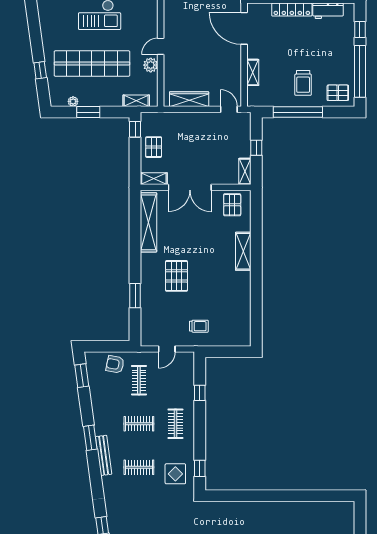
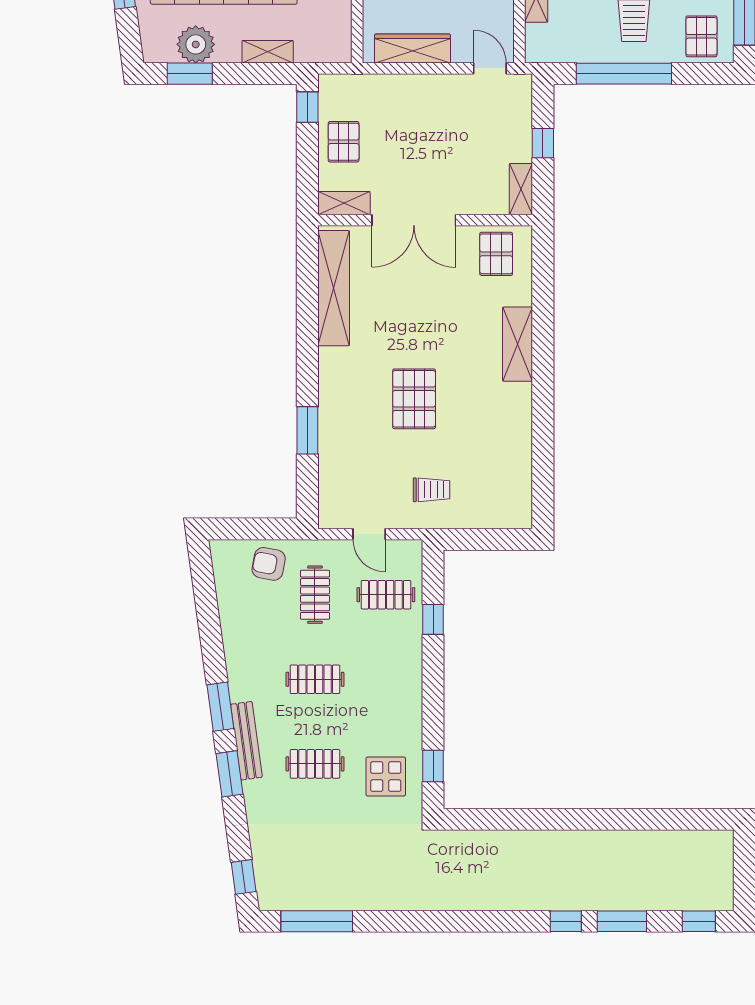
pallet: (338, 93) -> (701, 36), turned 90
plant: (73, 101) -> (196, 44), width x1.87, depth x1.87
shelving: (136, 101) -> (268, 52), moved
window: (88, 112) -> (190, 74), moved
pallet: (176, 276) -> (414, 399), moved
door: (167, 349) -> (369, 534), hinge flipped
window: (82, 376) -> (230, 774), moved
clothes rail: (175, 424) -> (386, 595), moved, turned 90

